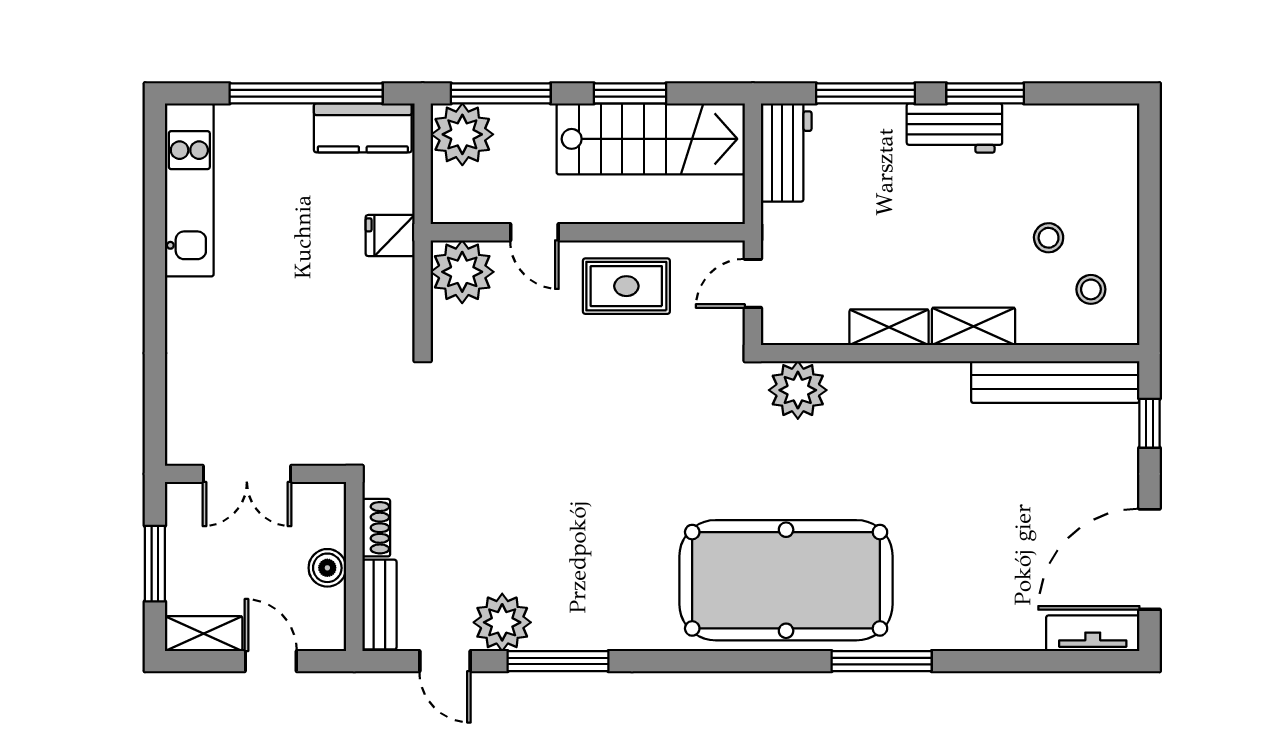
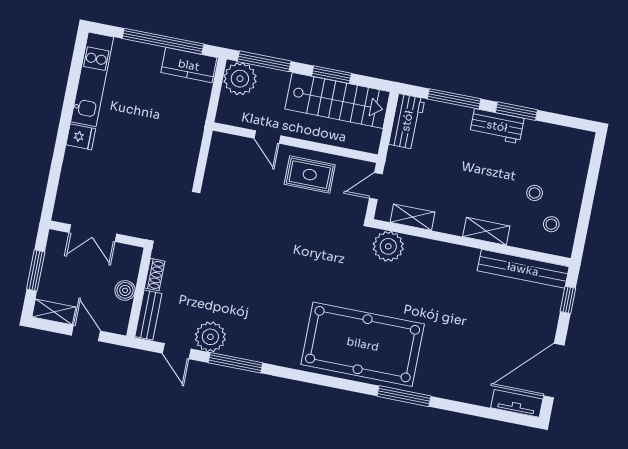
fridge: (390, 236) -> (81, 137), moved, turned 180
plant: (462, 272) -> (226, 150), removed
shelving: (889, 327) -> (412, 217), moved

